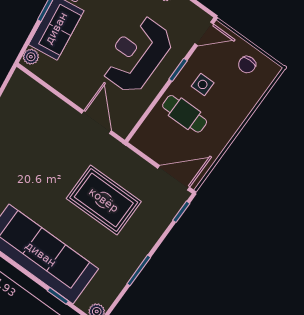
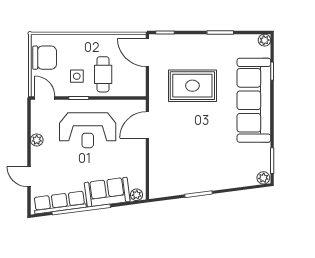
chair: (247, 65) -> (45, 58), width x1.87, depth x1.87
rug: (104, 200) -> (192, 86), turned 90

